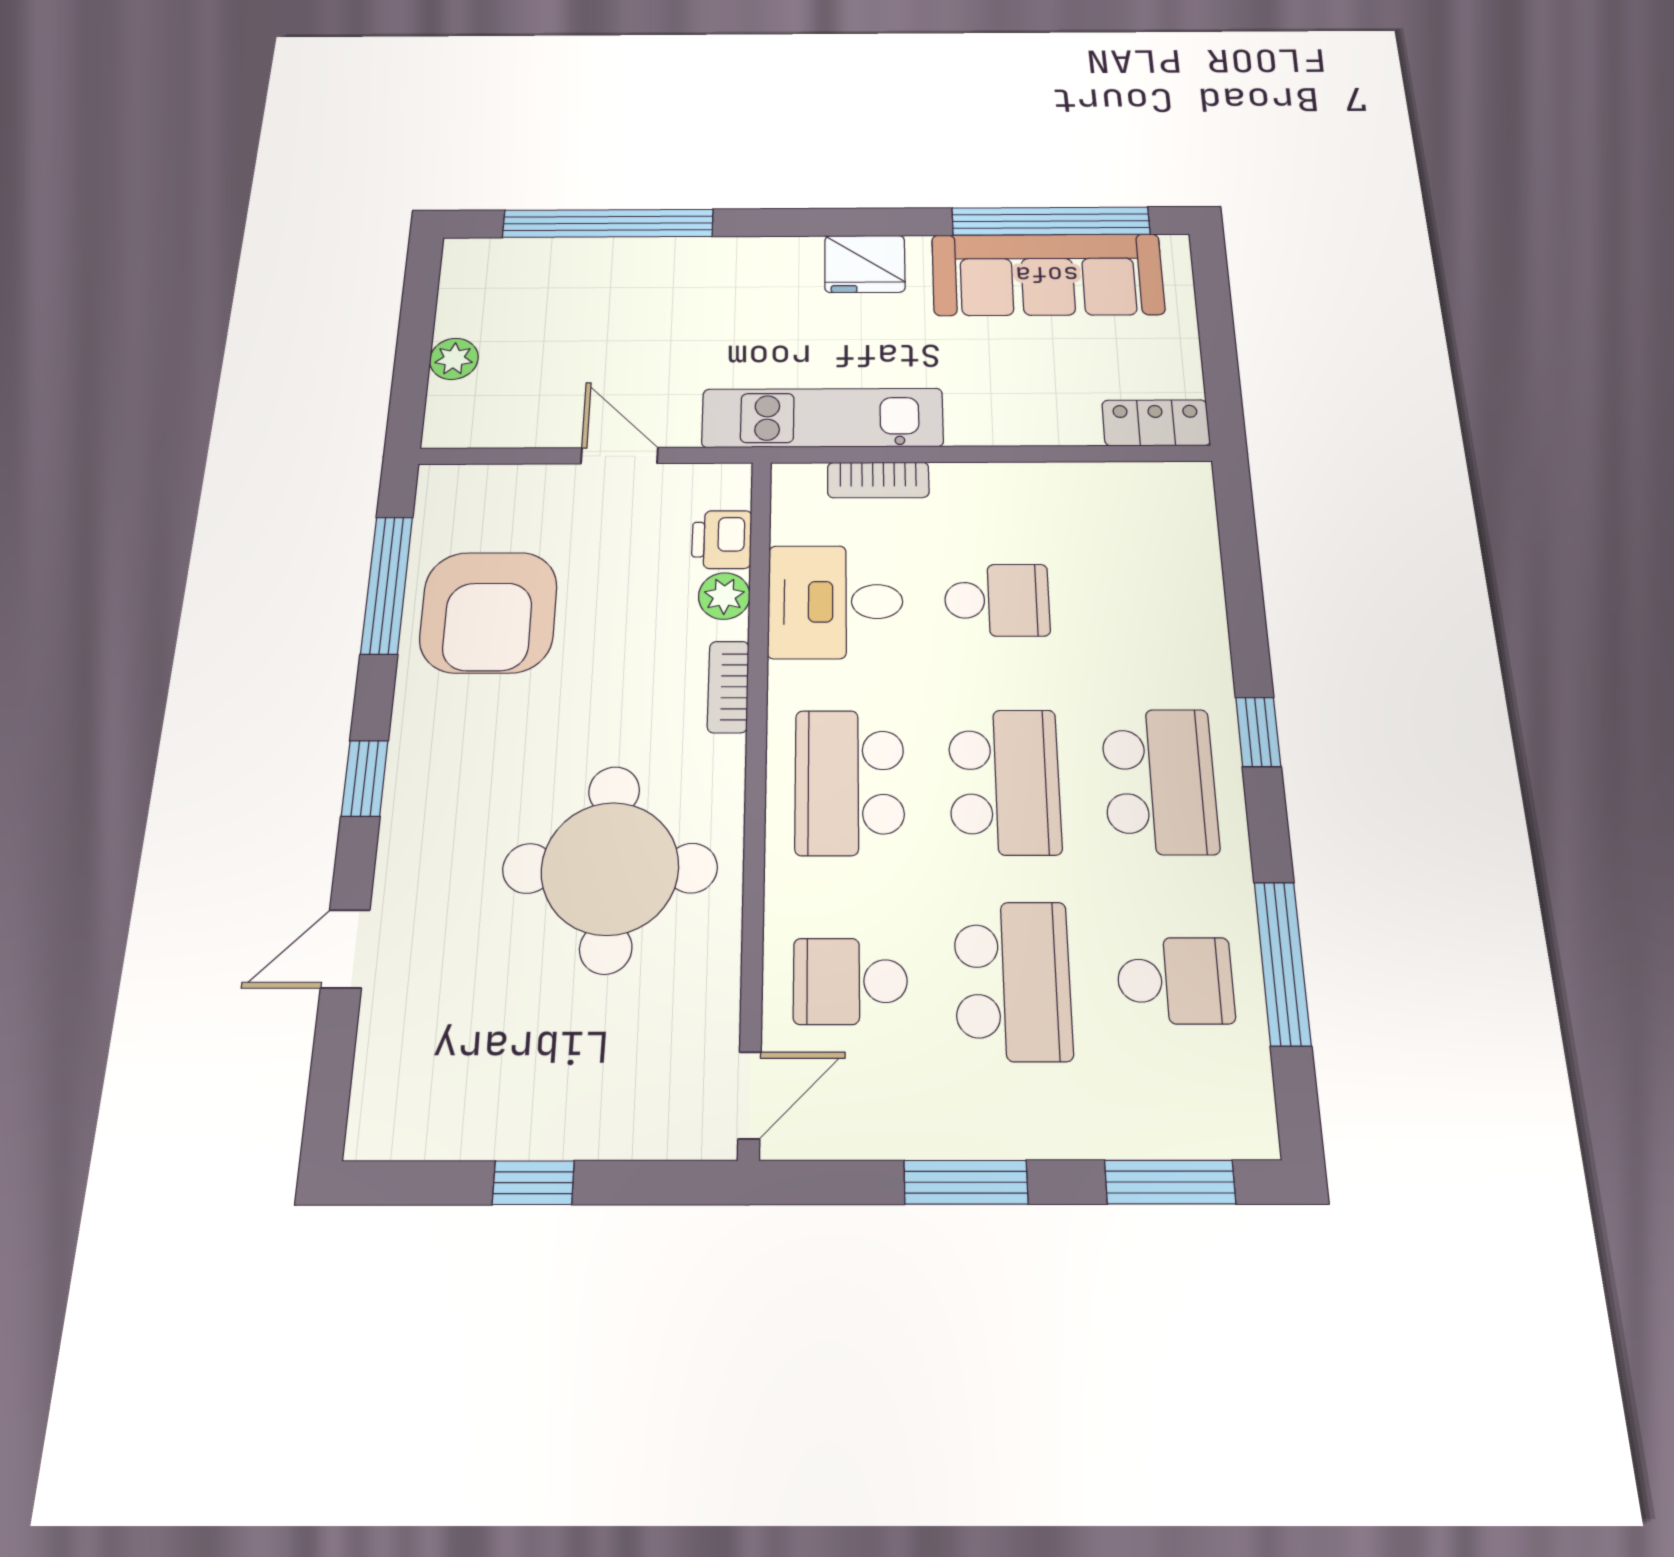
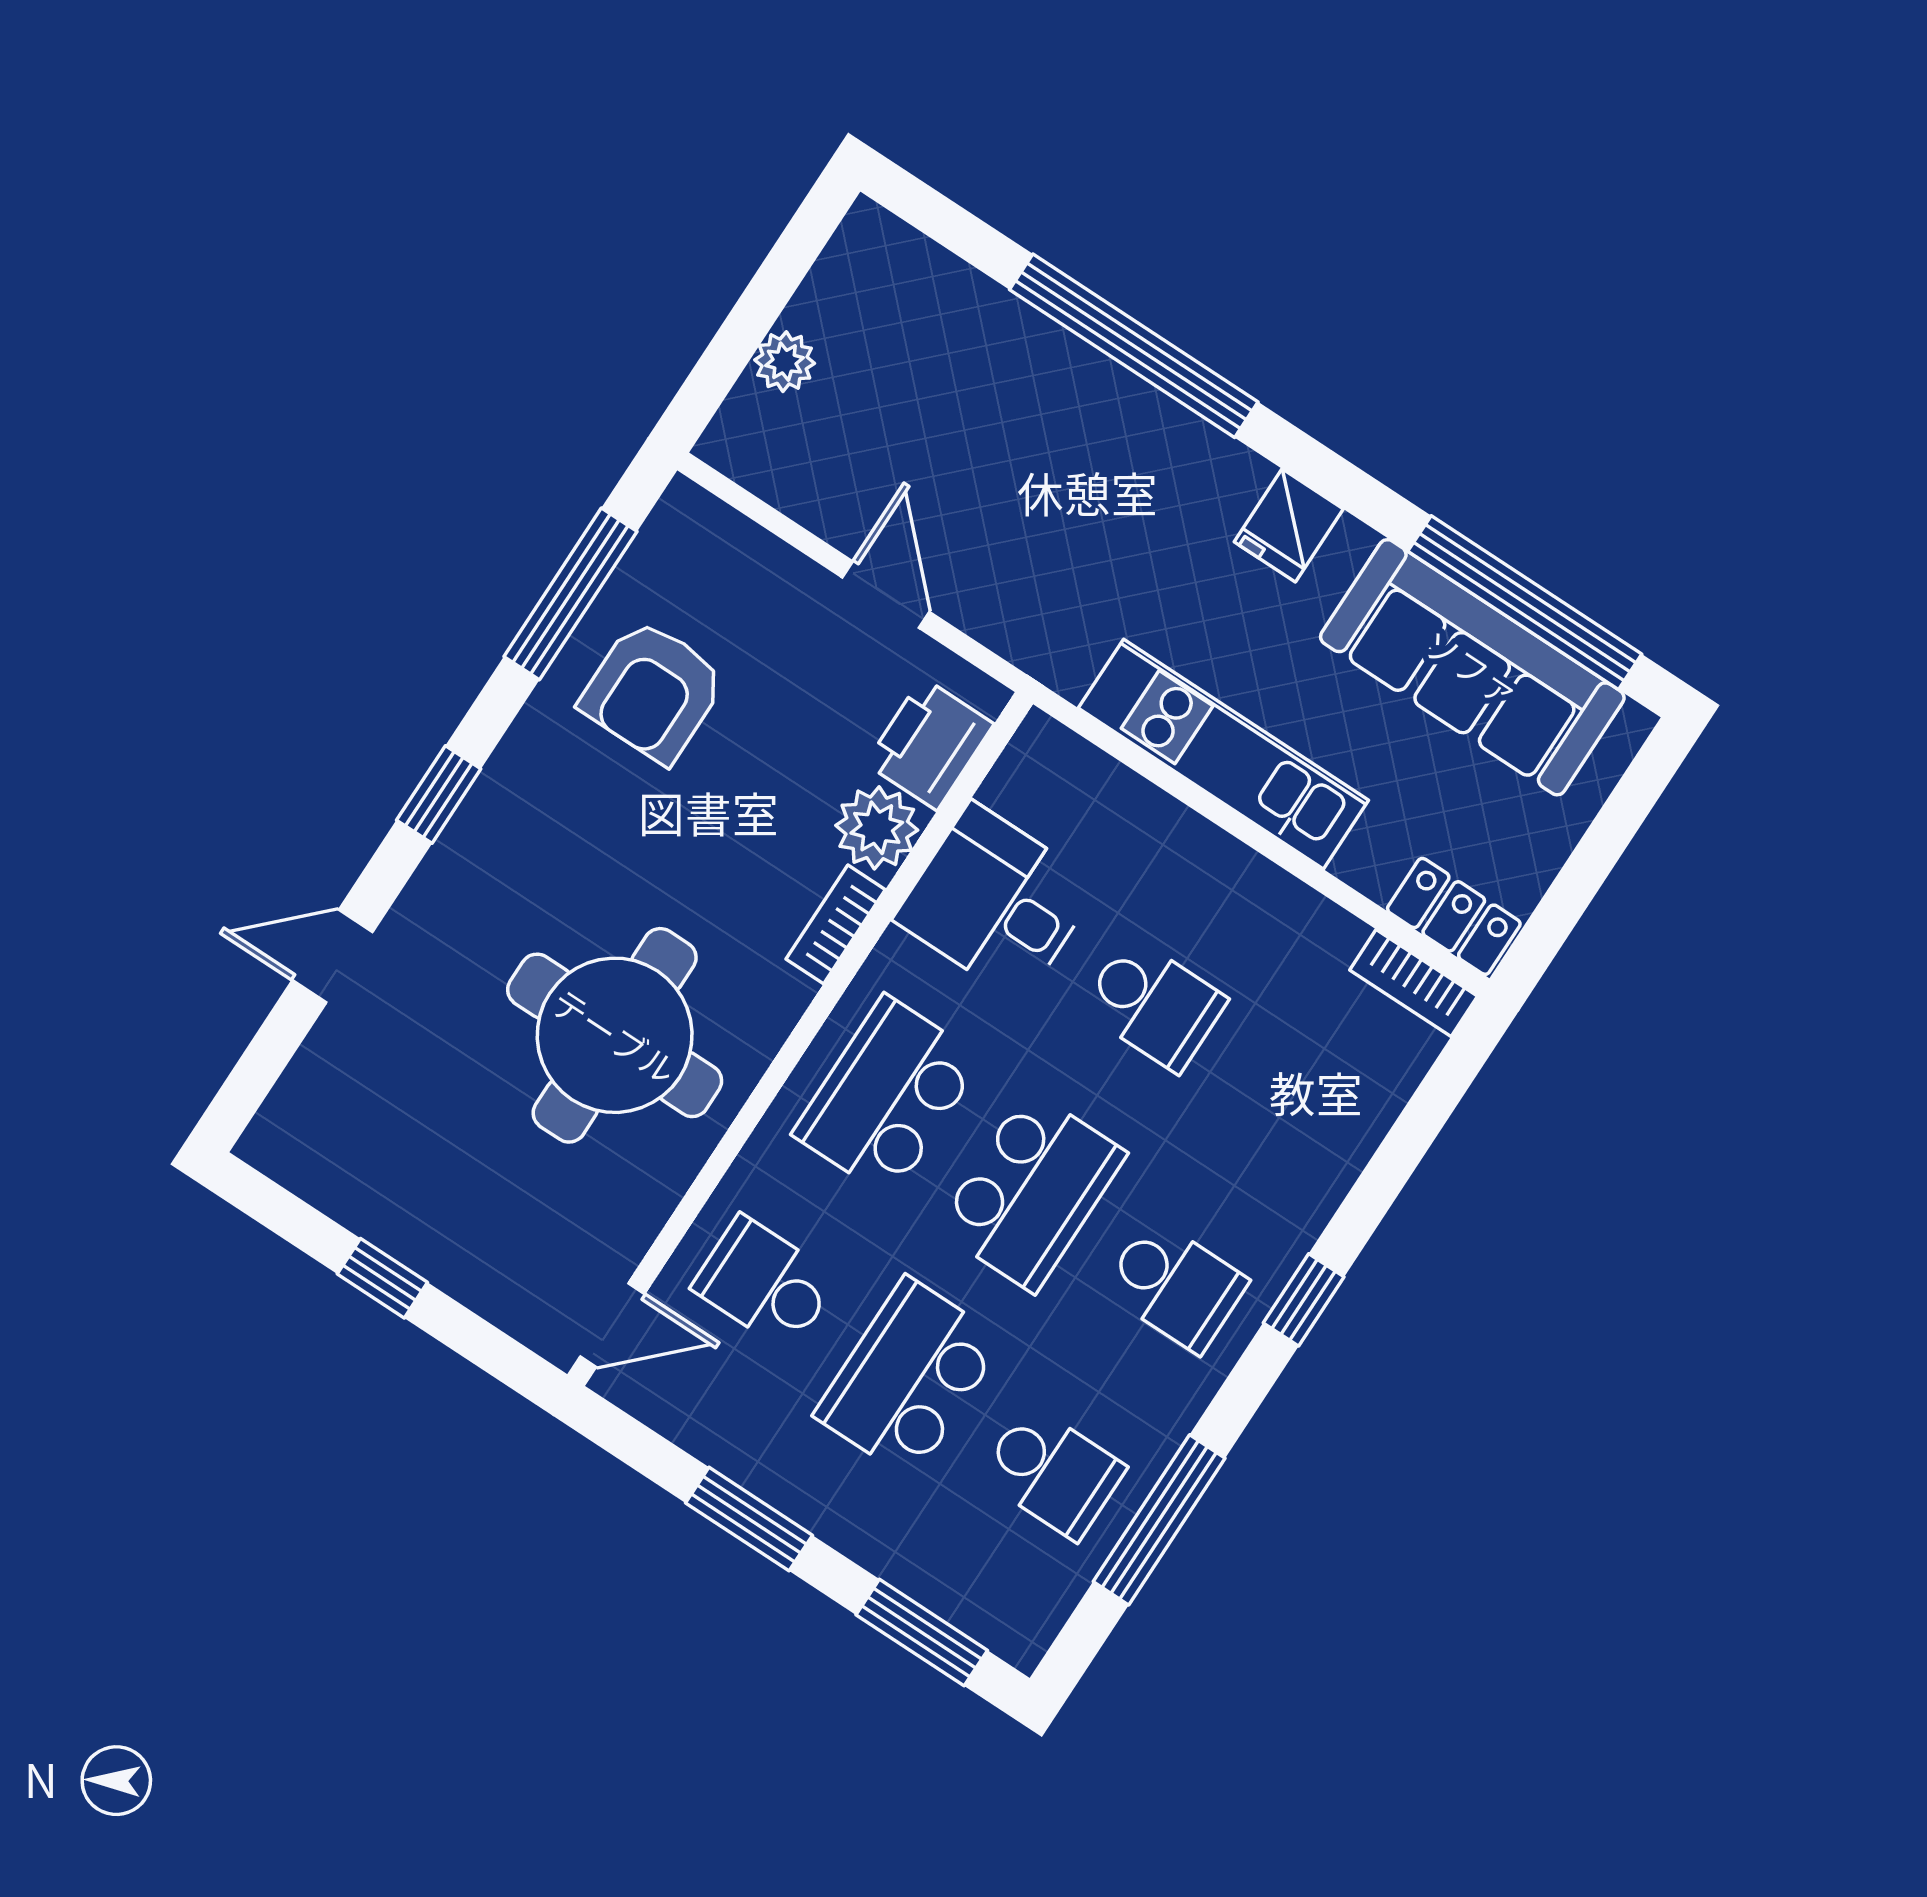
window: (608, 223) -> (1134, 346), moved
fridge: (865, 264) -> (1289, 525), width x0.72
kitchen unit: (823, 418) -> (1223, 754), moved
bookcase: (878, 480) -> (1414, 983), moved
printer: (722, 540) -> (930, 744), width x1.36, depth x1.24
plant: (724, 596) -> (877, 828), width x1.38, depth x1.38
armchair: (489, 612) -> (653, 691), width x0.73, depth x0.73
school desk: (1159, 781) -> (1175, 1286), width x0.54
school desk: (1013, 981) -> (909, 1378), turned 180

